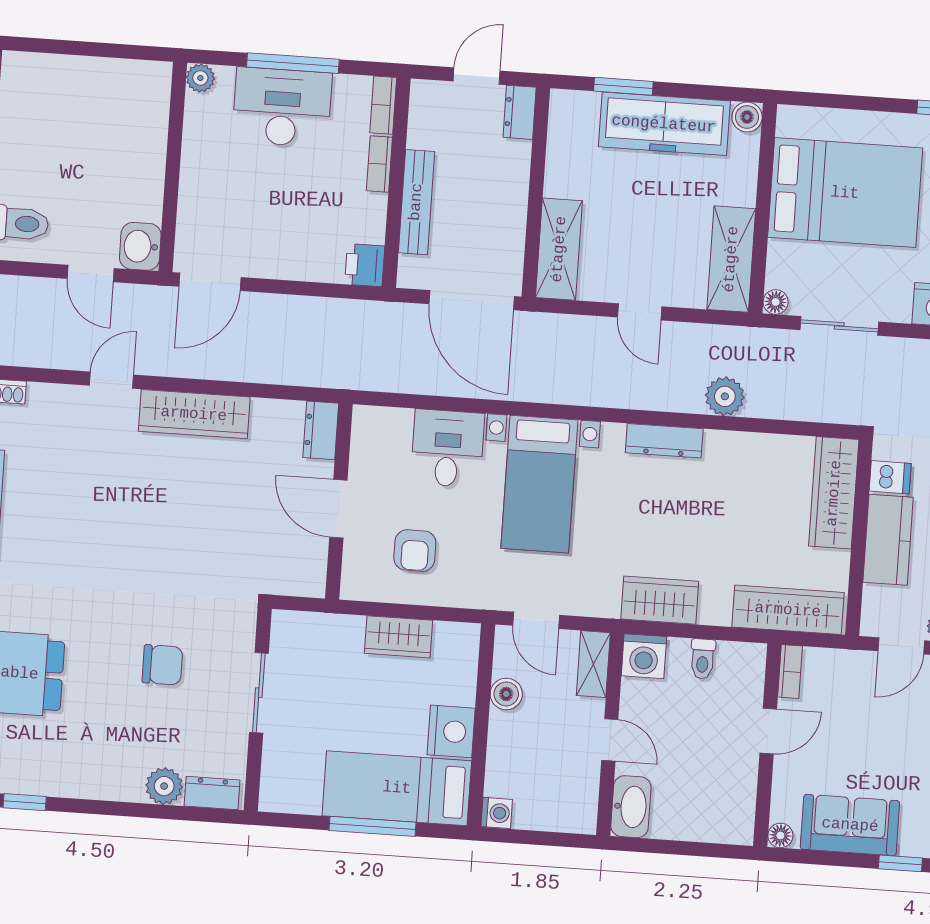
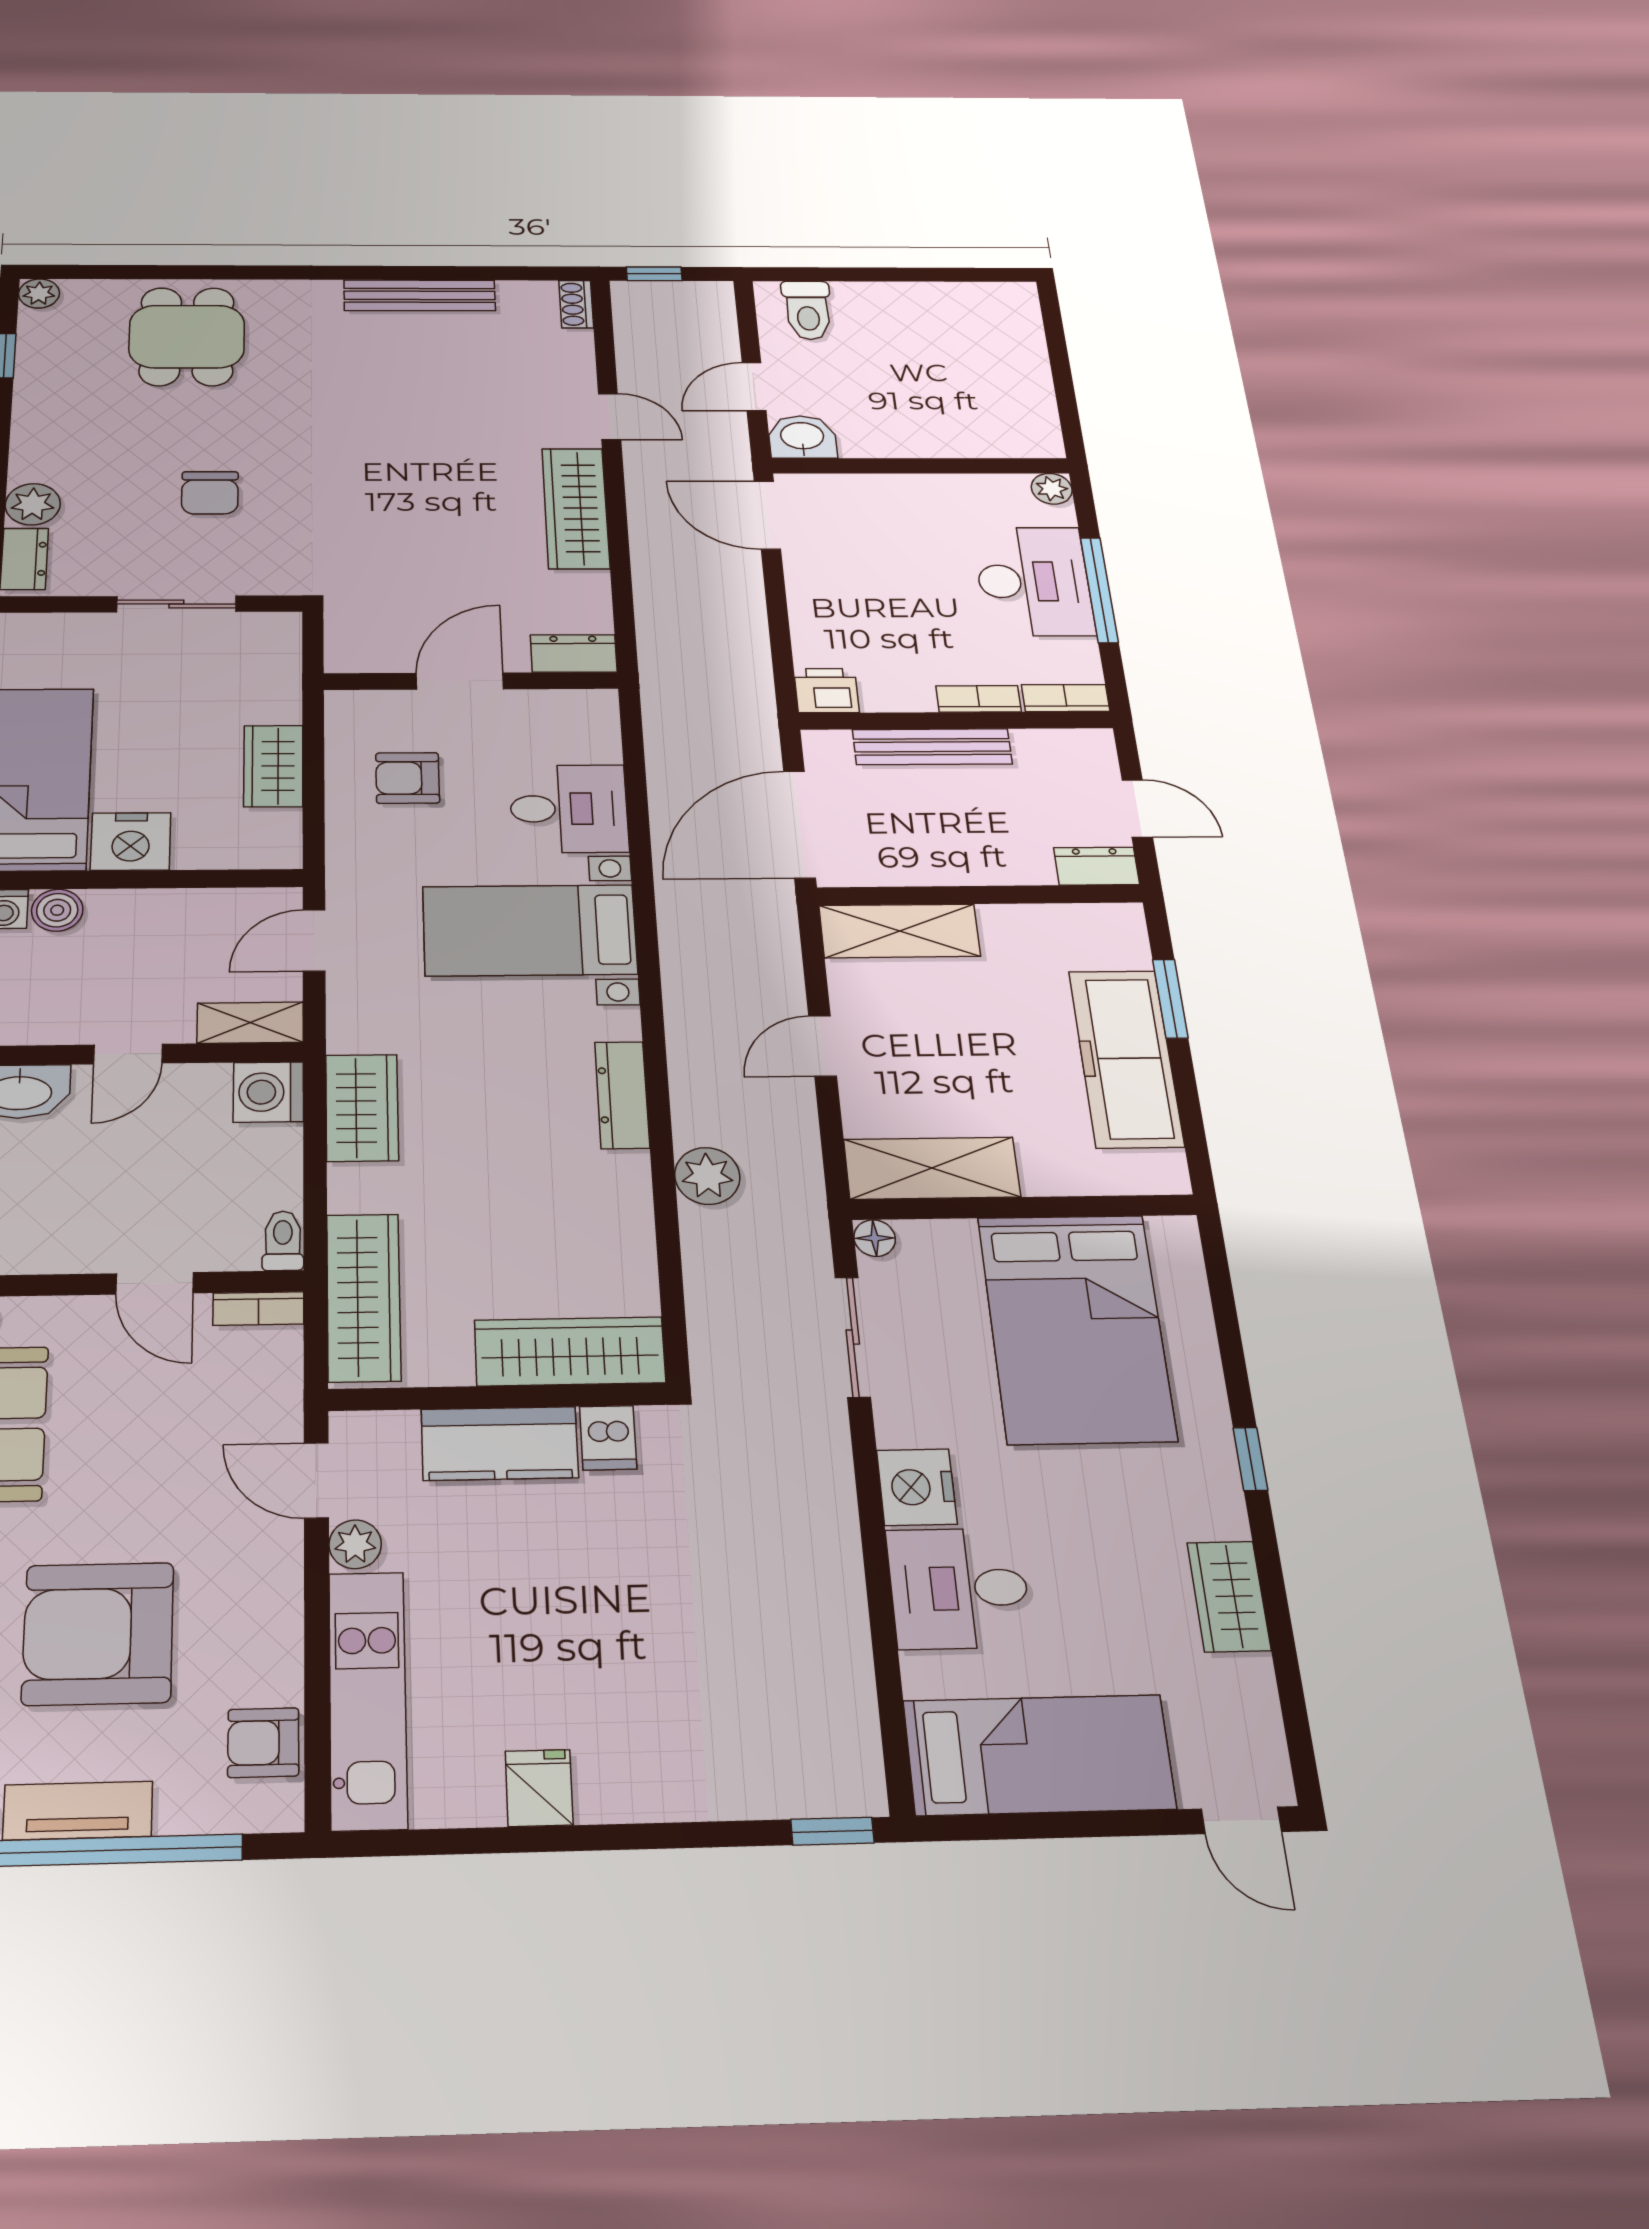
boiler: (747, 117) -> (1165, 1173), removed
toilet: (703, 659) -> (283, 1241), moved, turned 90
boiler: (506, 694) -> (57, 910), moved

